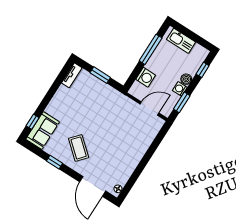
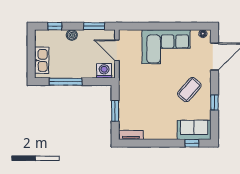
washing machine: (146, 77) -> (104, 71), moved
washing machine: (180, 89) -> (84, 35), removed
corner sofa: (127, 151) -> (166, 47), added

